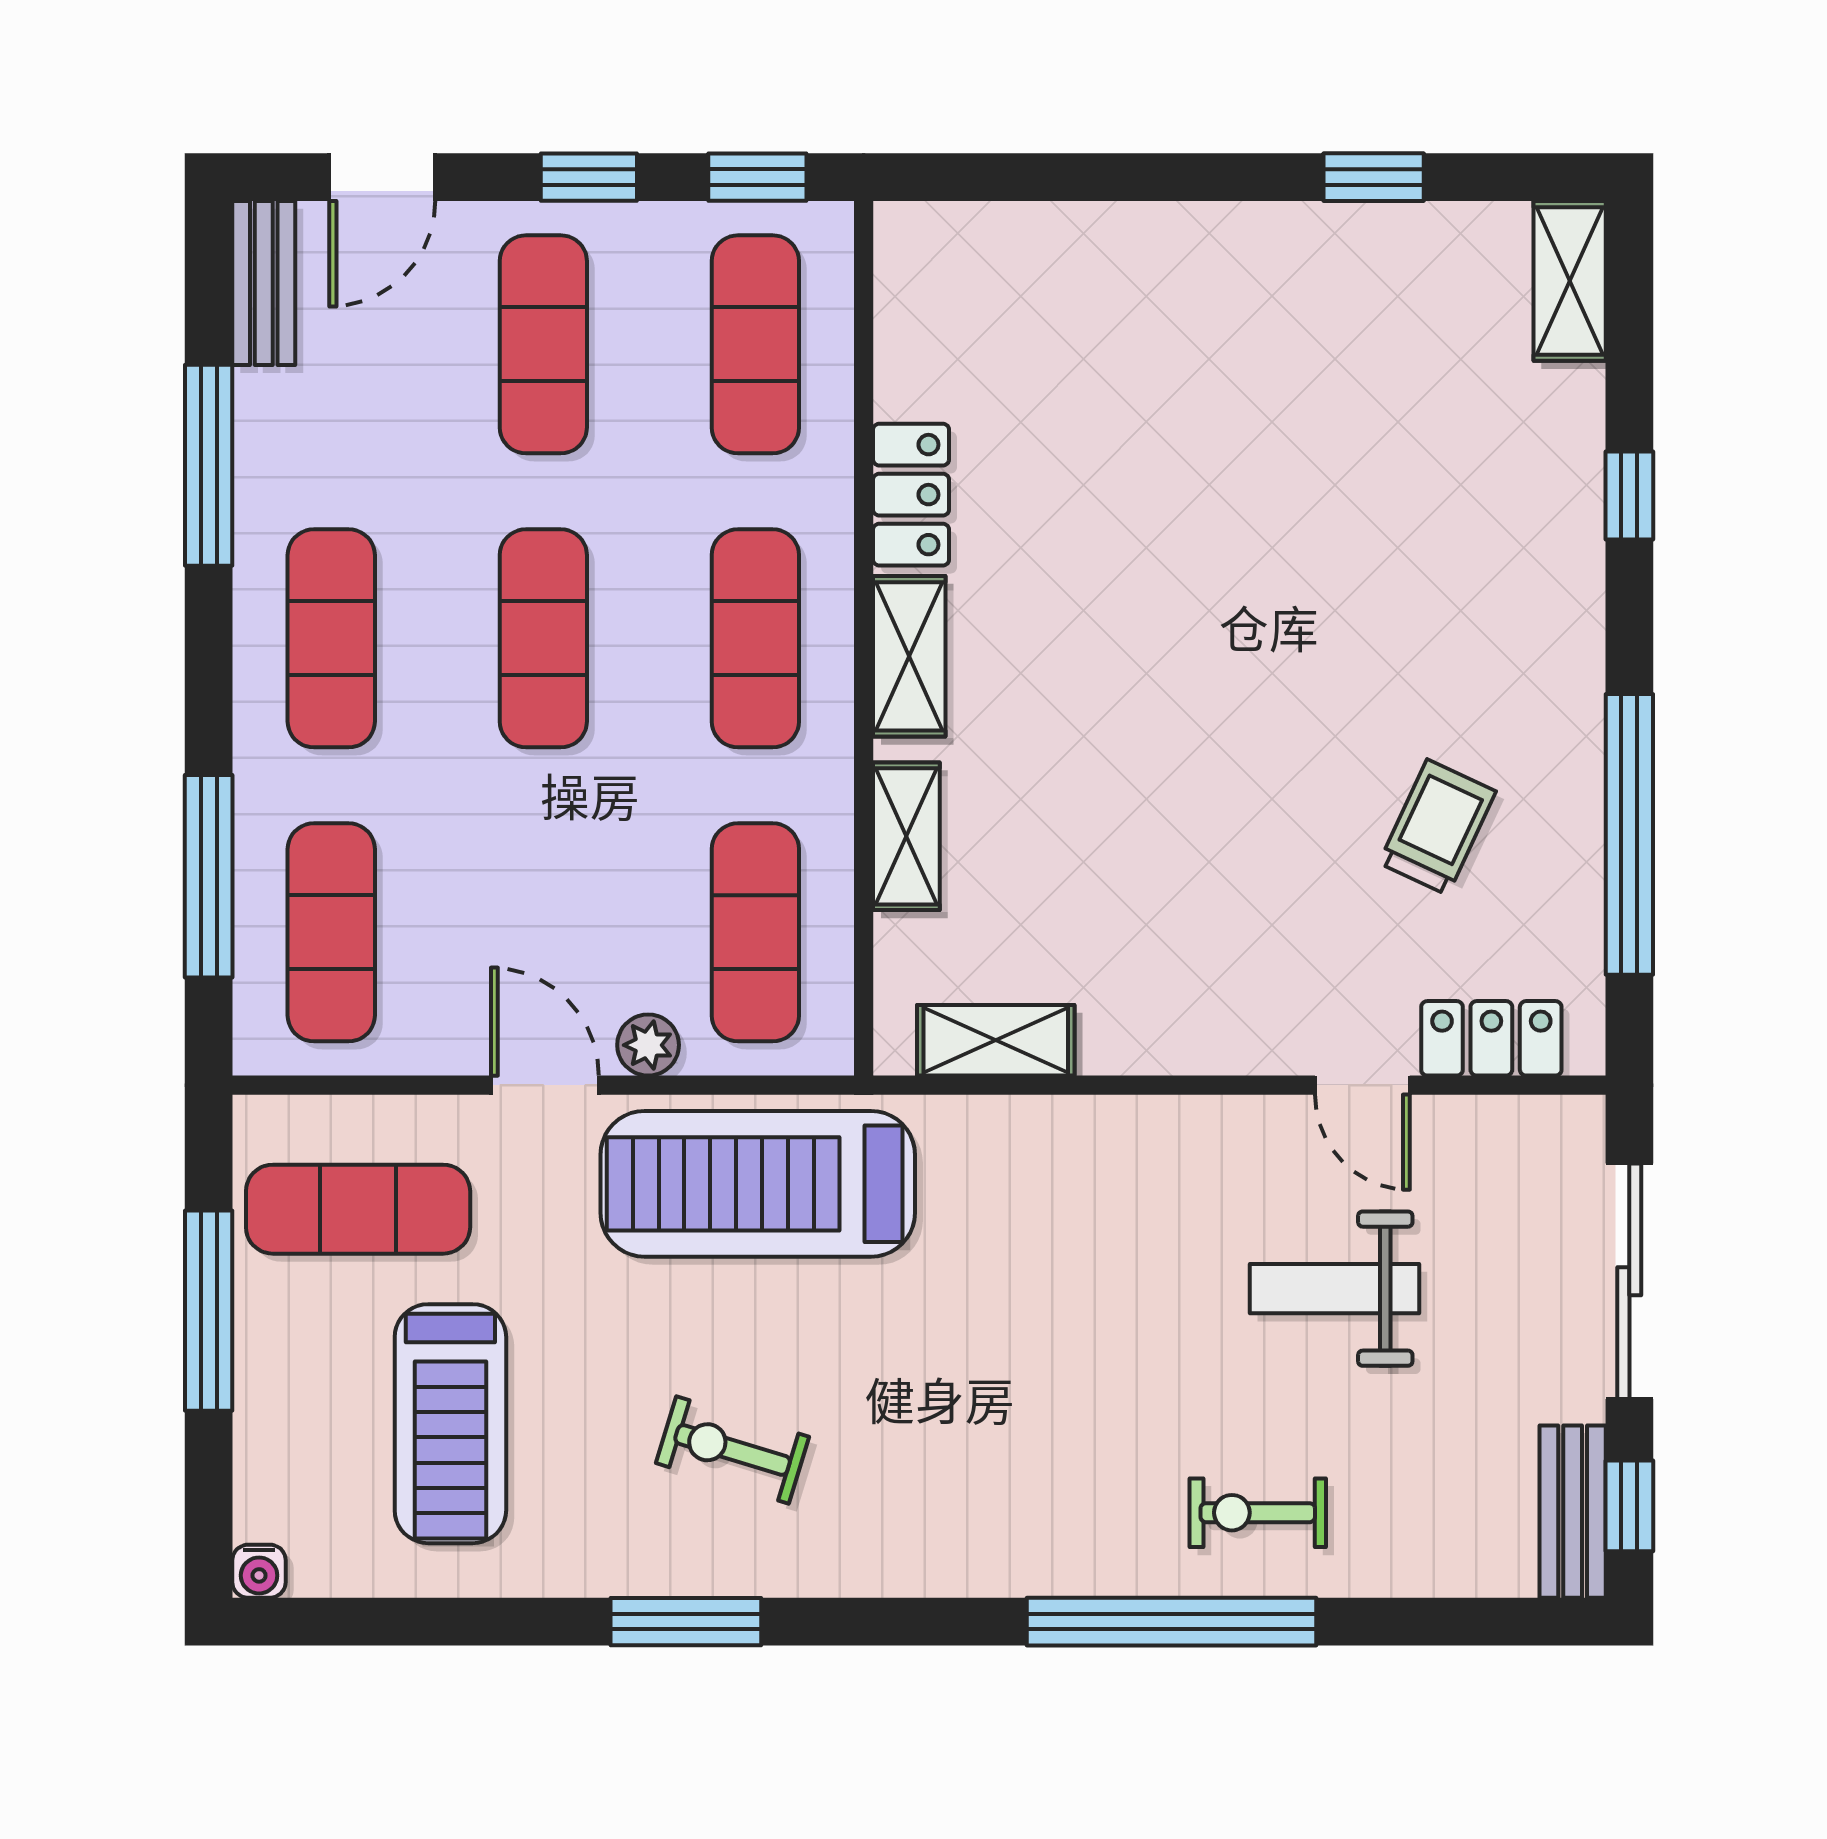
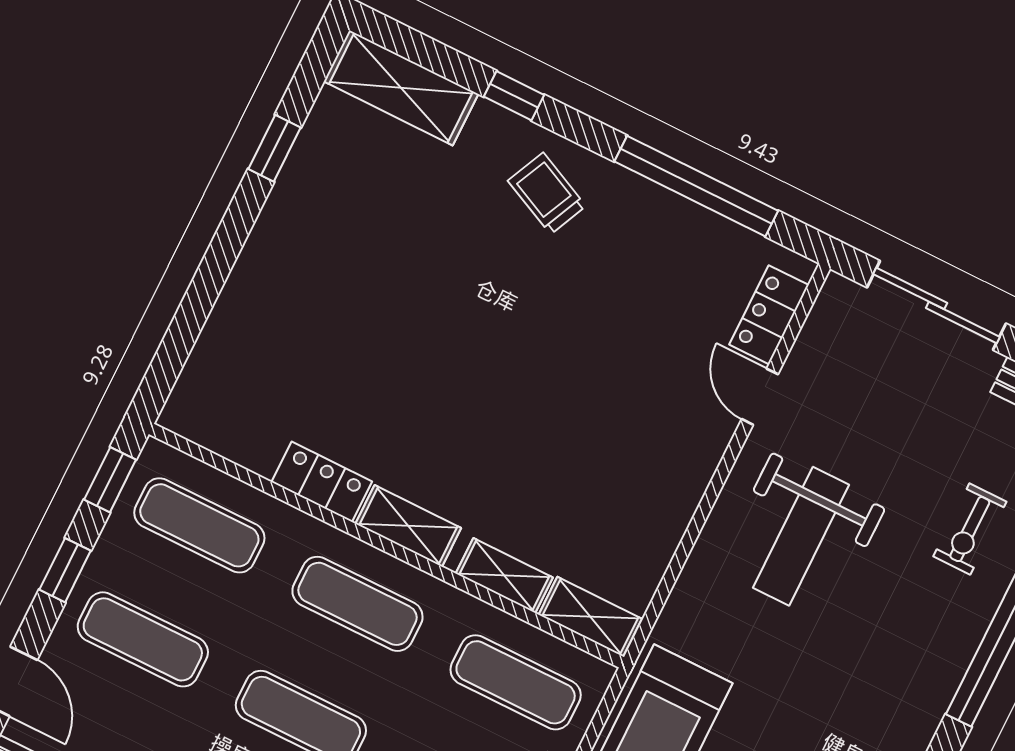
shelving: (1570, 281) -> (401, 88), width x1.50, depth x1.33
trolley: (1437, 827) -> (547, 193), moved
shelving: (996, 1040) -> (590, 617), moved, turned 90
door: (1362, 1085) -> (760, 397), swing flipped
weight bench: (1334, 1289) -> (801, 536), moved, width x1.36, depth x1.33
exercise bike: (1258, 1513) -> (970, 529), moved

